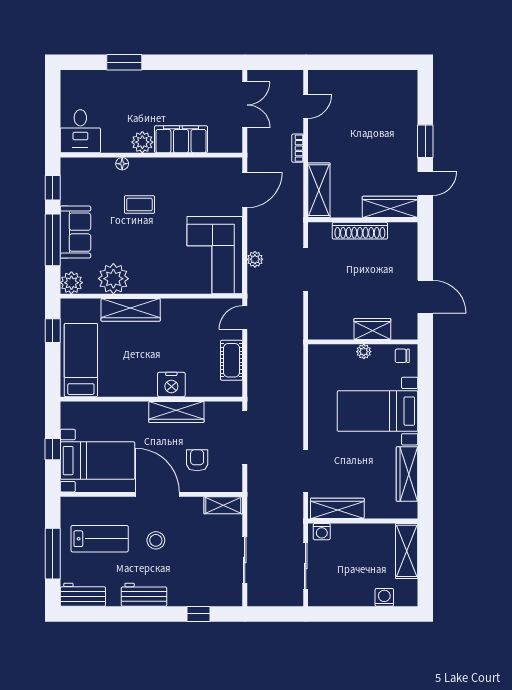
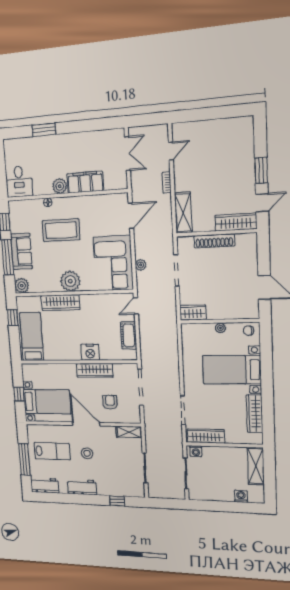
coffee table: (139, 205) -> (61, 230), width x1.86, depth x1.72
plant: (113, 279) -> (70, 281), moved
wardrobe: (372, 329) -> (193, 313), moved

